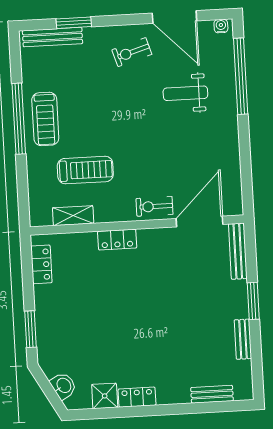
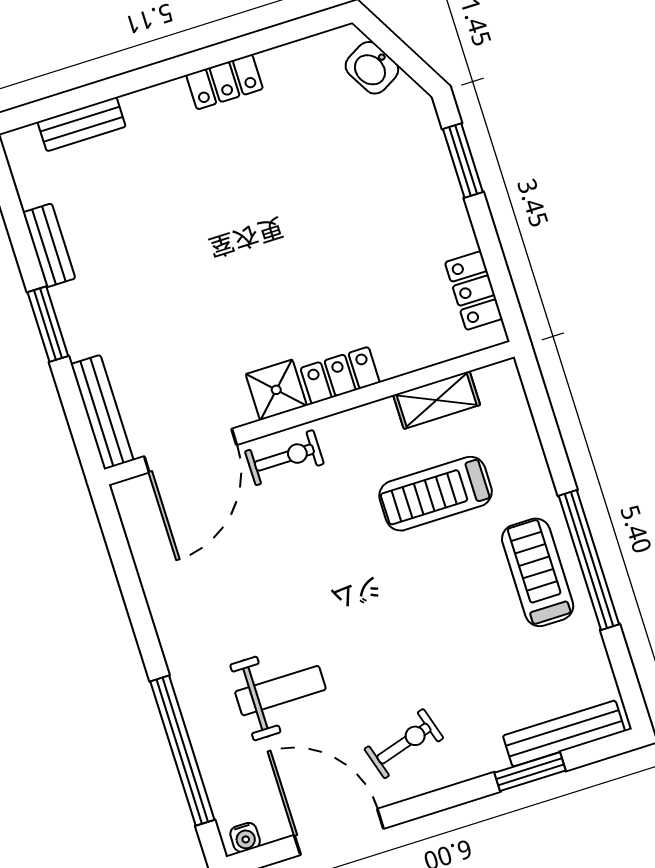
shower: (105, 396) -> (276, 390), moved

